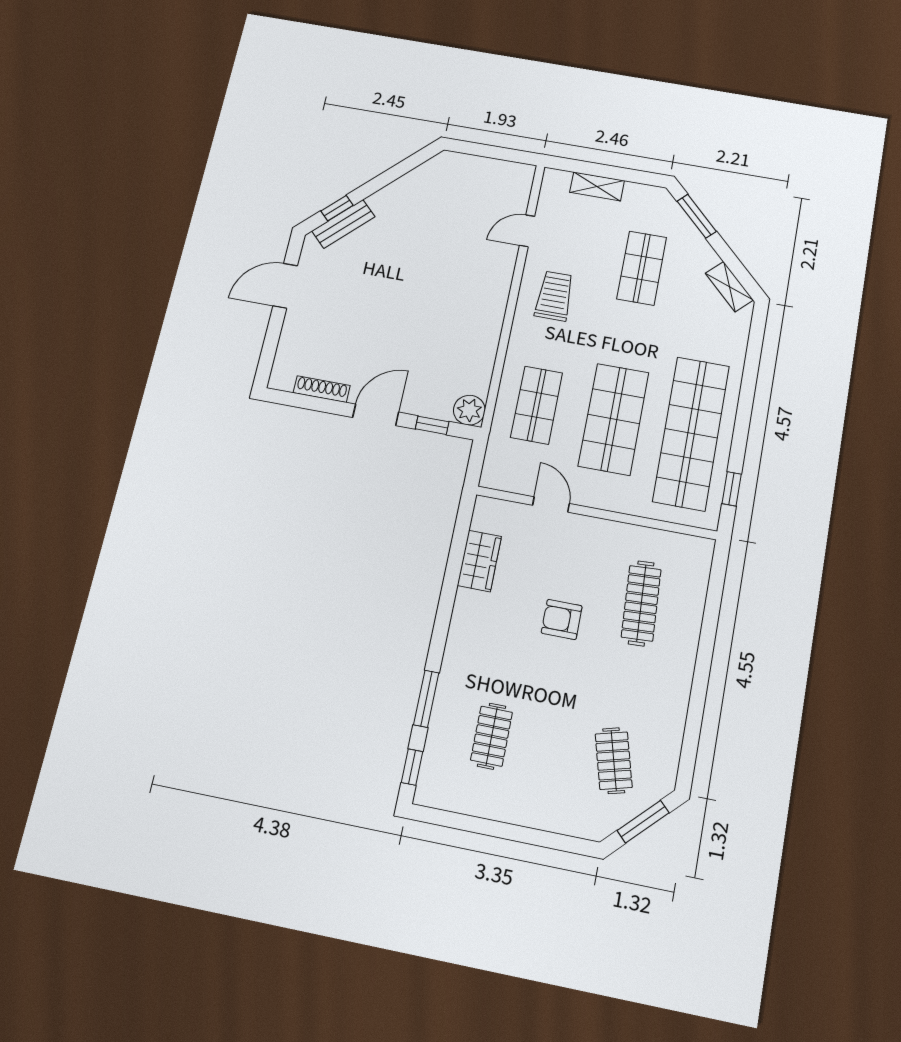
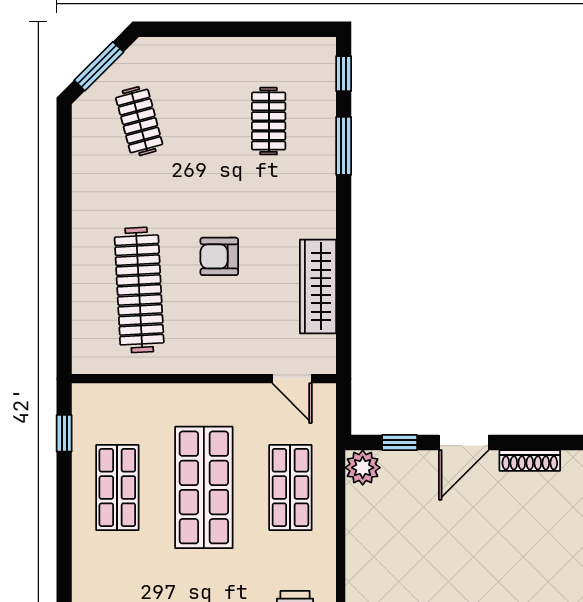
shop shelf: (691, 433) -> (117, 487), width x0.50, depth x0.74
door: (551, 504) -> (292, 379), moved
wardrobe: (479, 561) -> (318, 286), width x1.50
clothes rail: (641, 603) -> (139, 290), width x1.37, depth x1.31
armchair: (562, 619) -> (219, 256), turned 180

